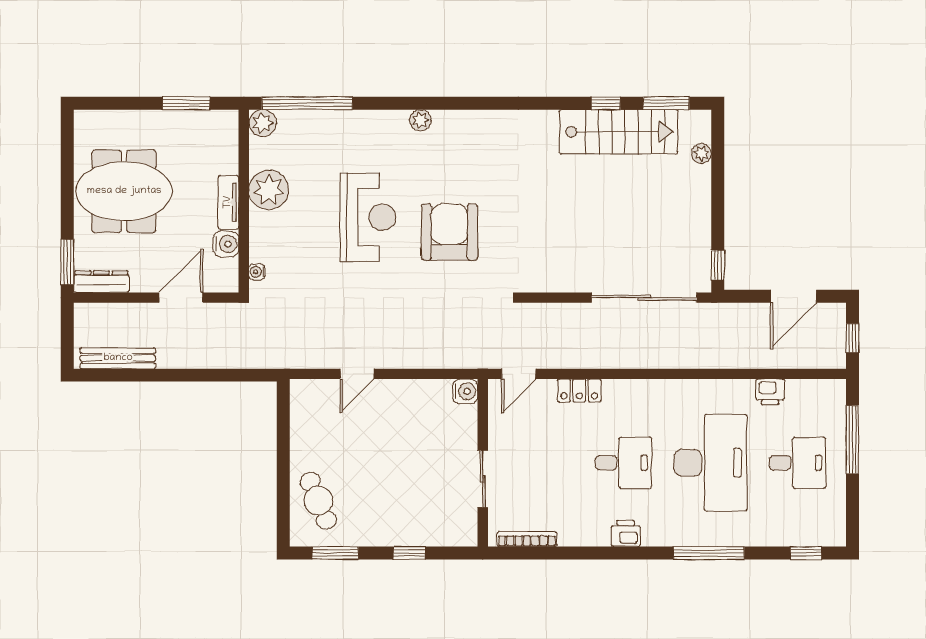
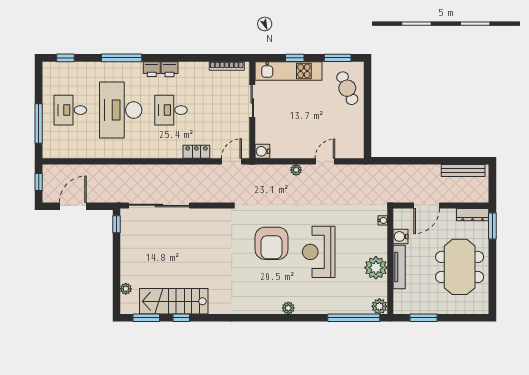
meeting table: (124, 191) -> (460, 267), turned 90
tv unit: (228, 202) -> (399, 267), width x1.41
plant: (407, 359) -> (296, 170), added
printer: (770, 392) -> (152, 69), moved, turned 180
kitchen unit: (420, 530) -> (289, 71), added

